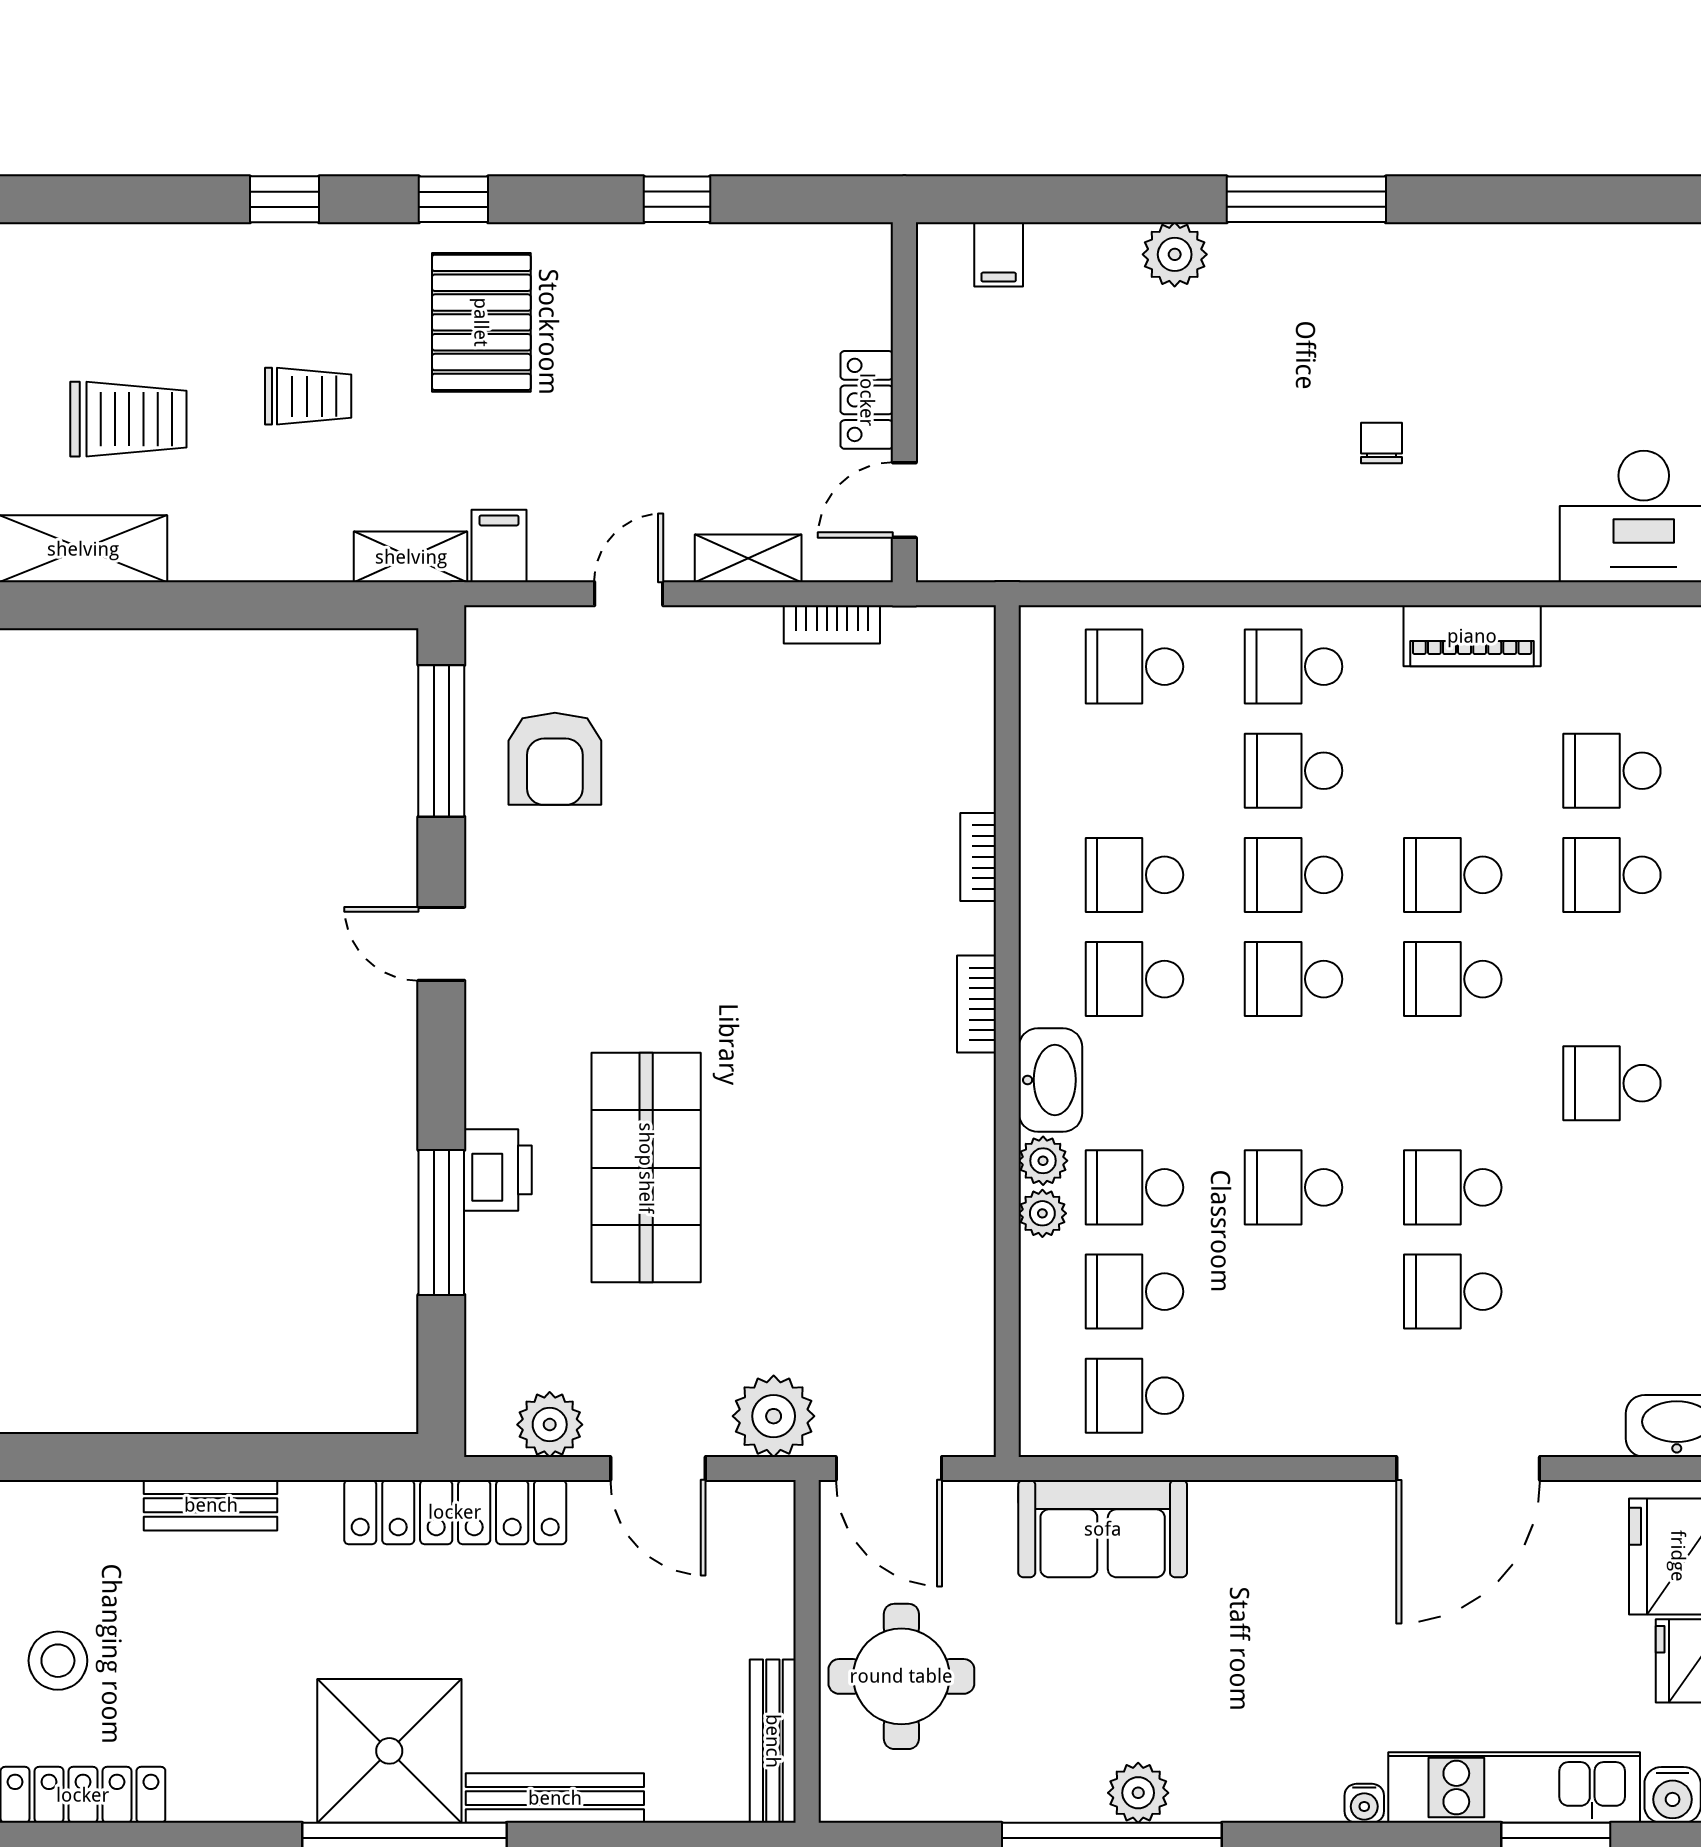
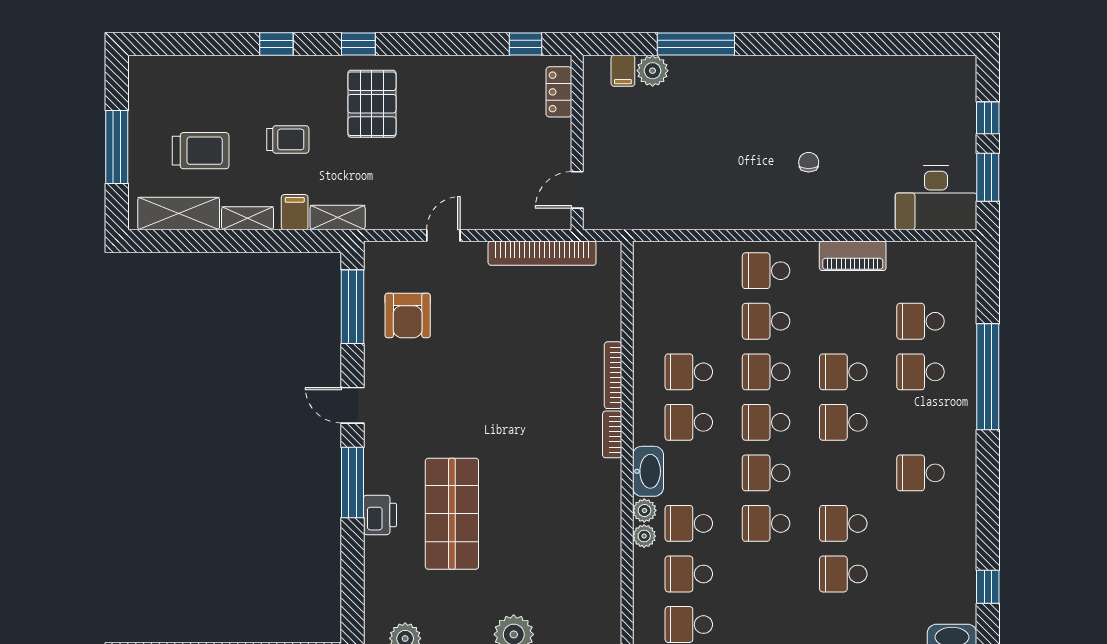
window: (677, 199) -> (525, 44), moved
window: (1306, 199) -> (696, 44), moved
plant: (1175, 254) -> (653, 71), moved
locker: (867, 400) -> (559, 92), moved
filing cabinet: (499, 546) -> (295, 212), moved
shelving: (748, 558) -> (248, 218), moved
bookcase: (832, 624) -> (542, 253), width x2.31, depth x1.31
school desk: (1134, 667) -> (766, 473), moved
bookcase: (978, 857) -> (613, 375), width x1.56
window: (441, 1222) -> (352, 483), moved

